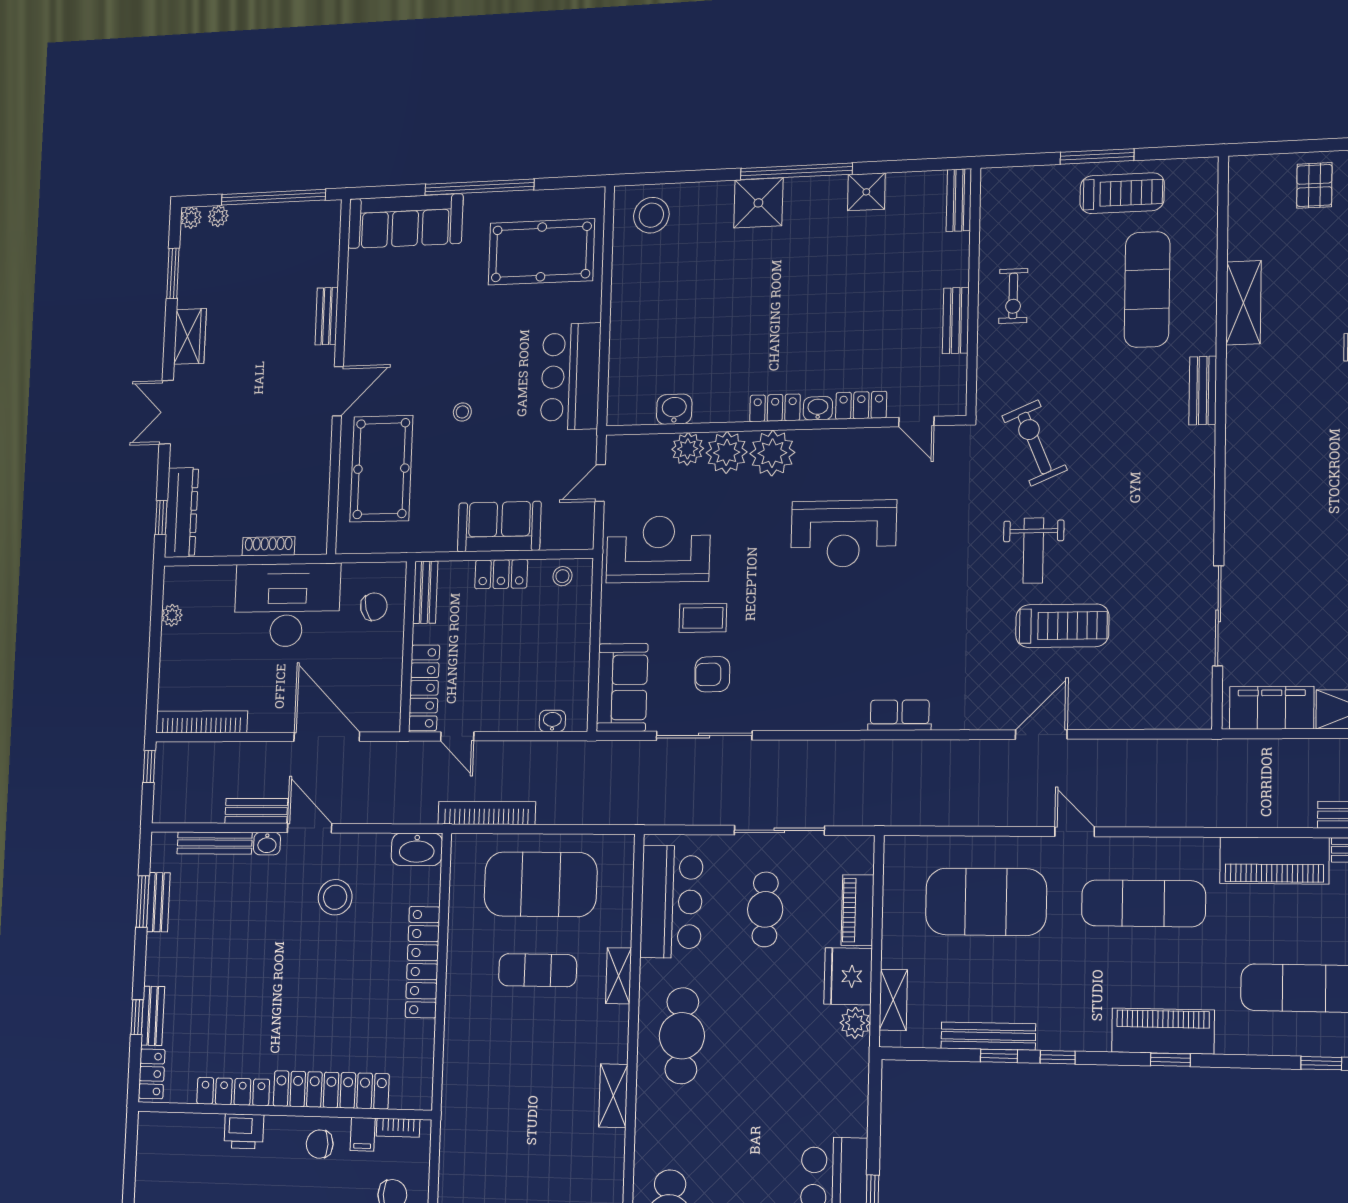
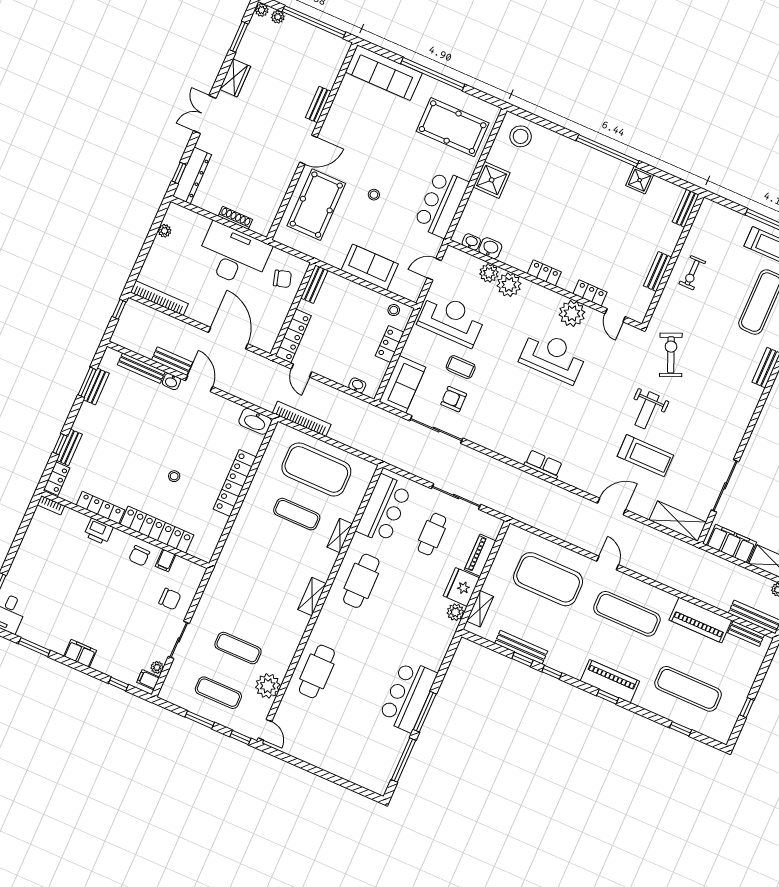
shower: (758, 203) -> (492, 180), moved
washbasin: (818, 408) -> (471, 242), moved
plant: (772, 453) -> (572, 313), moved
reception desk: (844, 534) -> (553, 357), turned 180
locker: (501, 574) -> (390, 344), moved, turned 90
shelving: (1163, 710) -> (678, 521), added
stool: (335, 897) -> (174, 476), moved, width x0.53, depth x0.53
bookcase: (398, 1128) -> (51, 505), moved
chair: (320, 1144) -> (139, 556), turned -89

